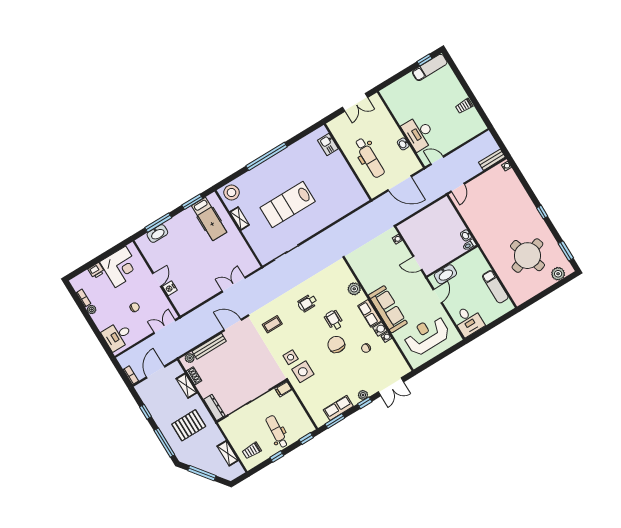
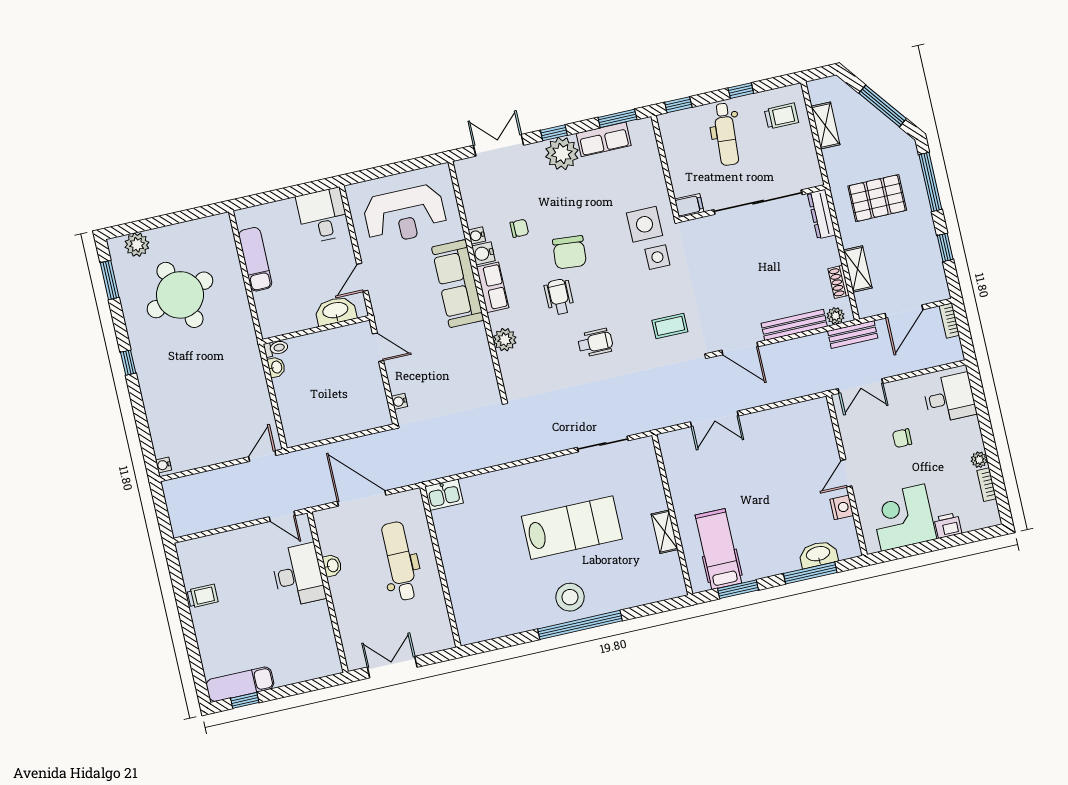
kitchen sink: (328, 144) -> (444, 495), moved, turned 90
bench: (492, 160) -> (853, 334), moved
stool: (232, 192) -> (570, 597), moved
nightstand: (170, 288) -> (842, 507), moved
wheelchair: (334, 320) -> (559, 297), turned 180
plant: (363, 395) -> (562, 154), width x1.87, depth x1.87

